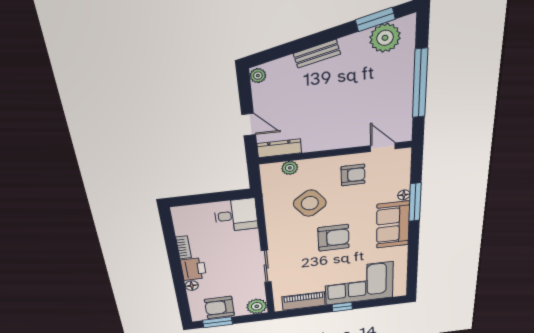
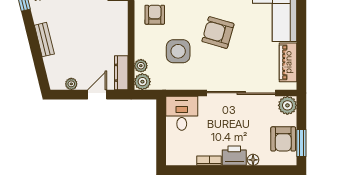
plant: (258, 76) -> (71, 84), moved
plant: (270, 172) -> (142, 82), added
side table: (310, 203) -> (178, 51), turned 37
armchair: (334, 238) -> (218, 33), turned -74
sliding door: (266, 266) -> (241, 93), width x1.86
window: (342, 307) -> (301, 27), removed

